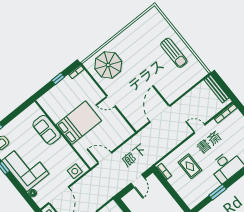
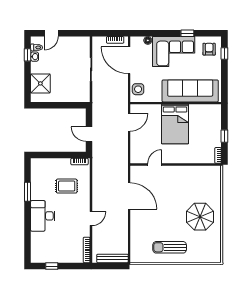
parasol: (108, 65) -> (200, 217), moved
door: (111, 101) -> (155, 164), moved
sofa: (47, 130) -> (190, 91), width x1.85, depth x1.27

